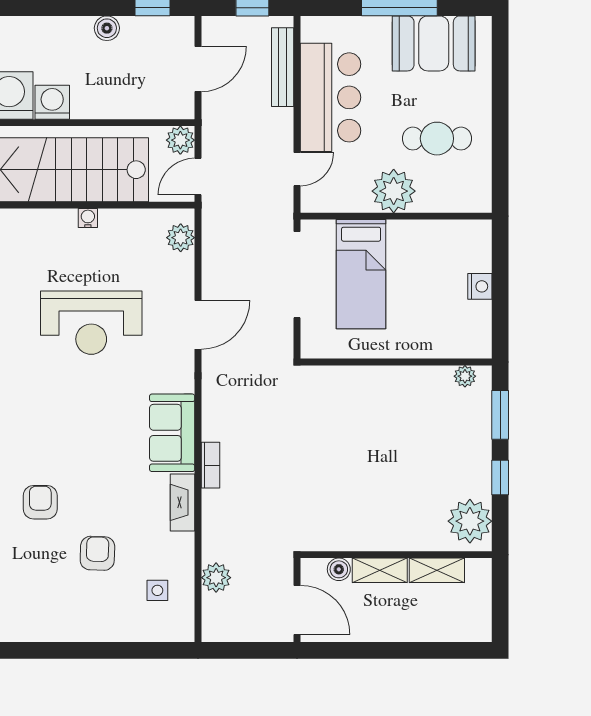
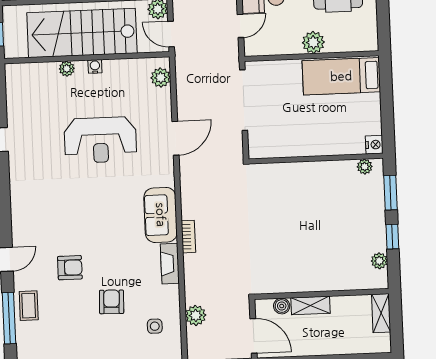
door: (198, 177) -> (171, 34), hinge flipped
plant: (394, 191) -> (313, 42), width x0.73, depth x0.73
plant: (48, 219) -> (67, 69), added
bed: (361, 274) -> (341, 76), moved, turned 90
nightstand: (480, 286) -> (374, 145), moved
armchair: (40, 502) -> (70, 268), turned 90
plant: (470, 521) -> (379, 261), width x0.53, depth x0.53
shelving: (437, 570) -> (381, 313), moved, turned 90

